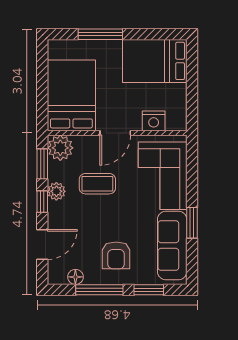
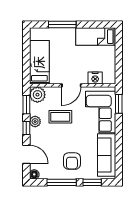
bed: (155, 61) -> (96, 37), width x0.67
bed: (71, 95) -> (39, 62), width x0.67
window: (192, 223) -> (119, 104), moved
door: (42, 244) -> (26, 154), hinge flipped
floor lamp: (75, 277) -> (34, 174), moved

